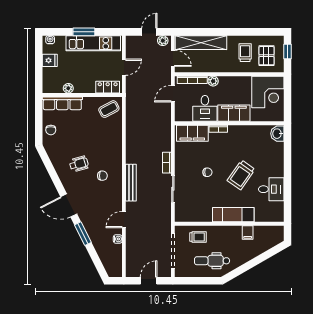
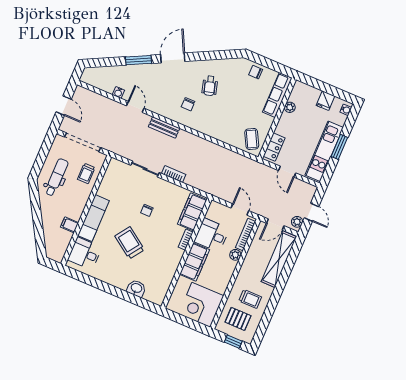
washbasin: (277, 134) -> (136, 288), moved
bench: (131, 183) -> (164, 127), width x0.73
desk: (271, 189) -> (85, 254), moved, turned 90

